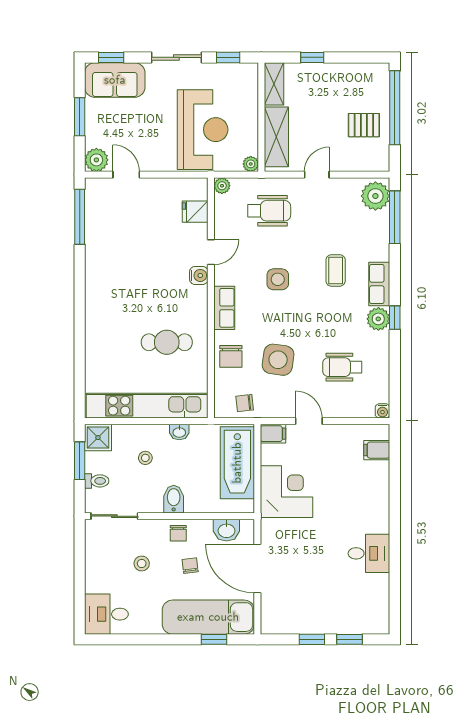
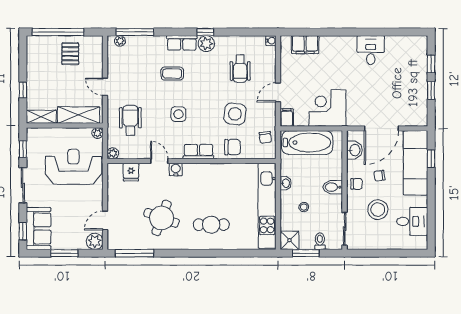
plant: (375, 196) -> (120, 41), width x0.53, depth x0.53
round table: (130, 255) -> (162, 218), added
cafe table: (167, 342) -> (211, 225), moved, turned 90
filing cabinet: (377, 450) -> (305, 45), width x2.00
stool: (142, 564) -> (378, 210), width x1.89, depth x1.89
desk: (106, 614) -> (412, 221), moved, turned -90

